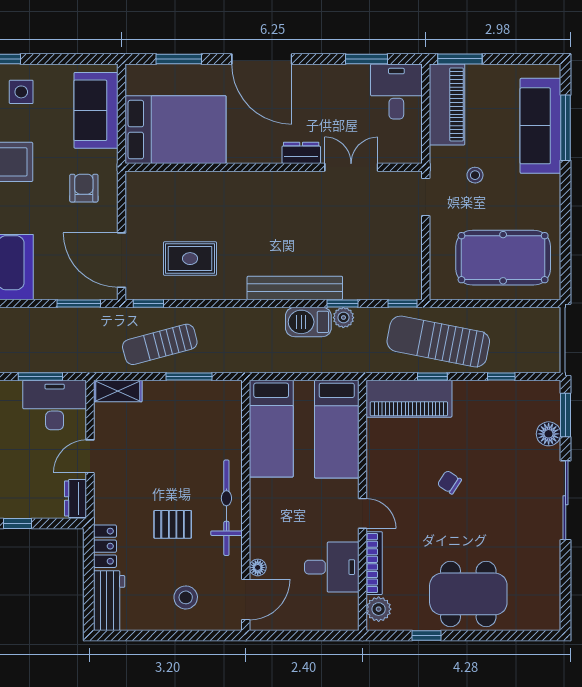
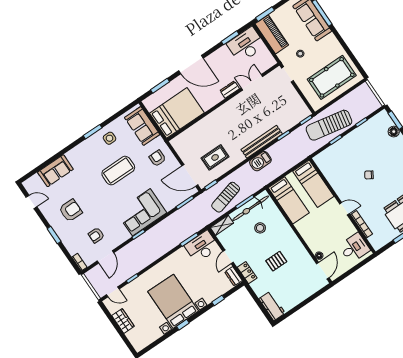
desk: (396, 91) -> (246, 45), width x1.37
plant: (343, 318) -> (287, 140), removed
barbecue: (308, 322) -> (260, 161), moved
piano: (409, 399) -> (333, 154), removed
bicycle: (226, 508) -> (251, 208), moved, turned -90
locker: (105, 546) -> (247, 273), moved
desk: (332, 567) -> (354, 248), moved
stool: (186, 597) -> (260, 228), moved
plant: (379, 609) -> (375, 240), removed

